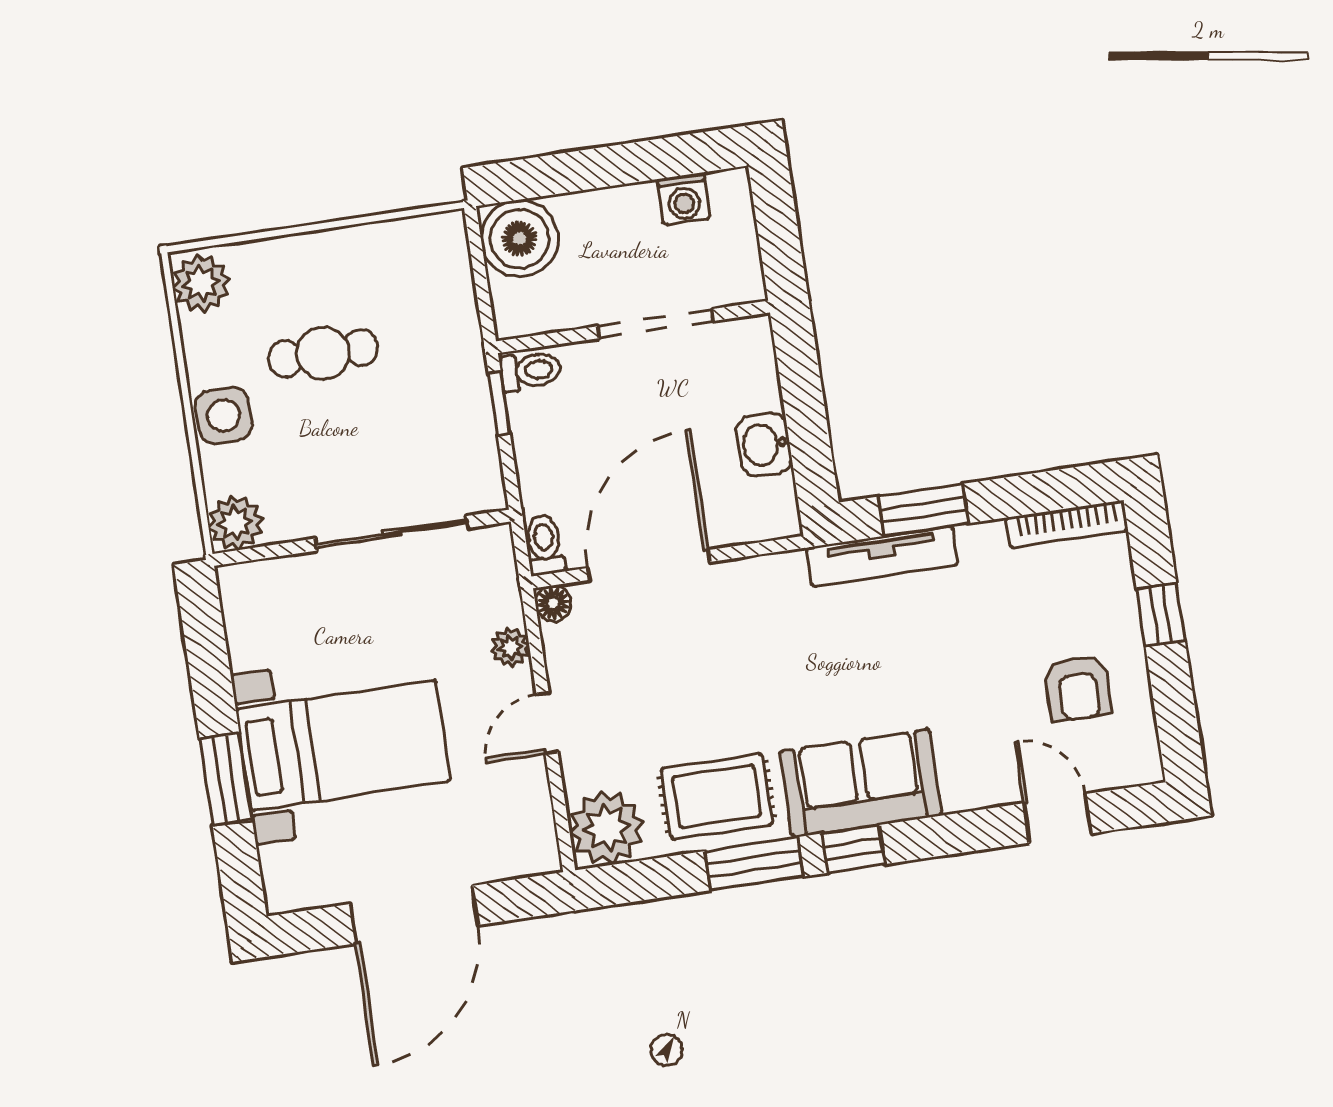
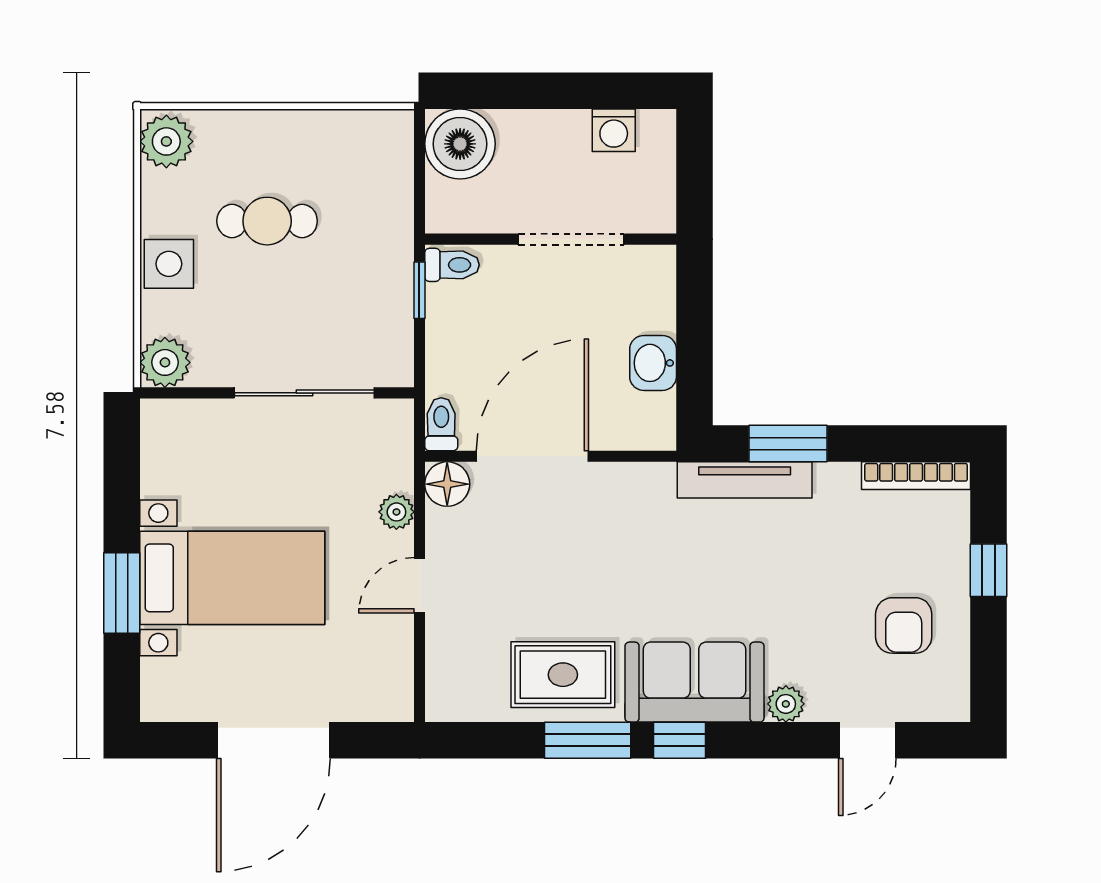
floor lamp: (553, 603) -> (447, 484), width x1.37, depth x1.37
door: (1057, 818) -> (867, 740), swing flipped
plant: (607, 828) -> (786, 704), moved, width x0.53, depth x0.53

